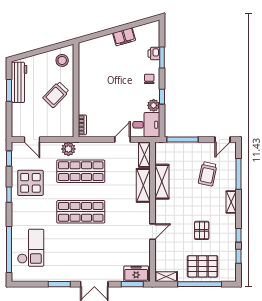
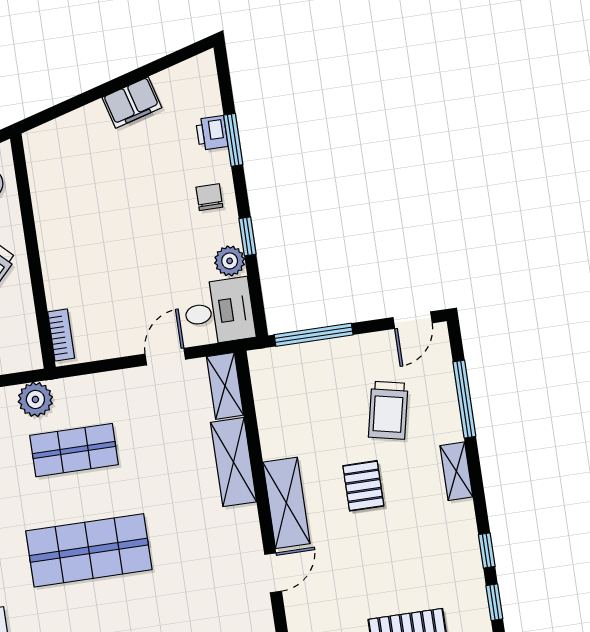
shop shelf: (81, 171) -> (74, 450), width x0.70, depth x0.74
shelving: (162, 182) -> (286, 503), moved
pallet: (202, 230) -> (363, 486), moved

